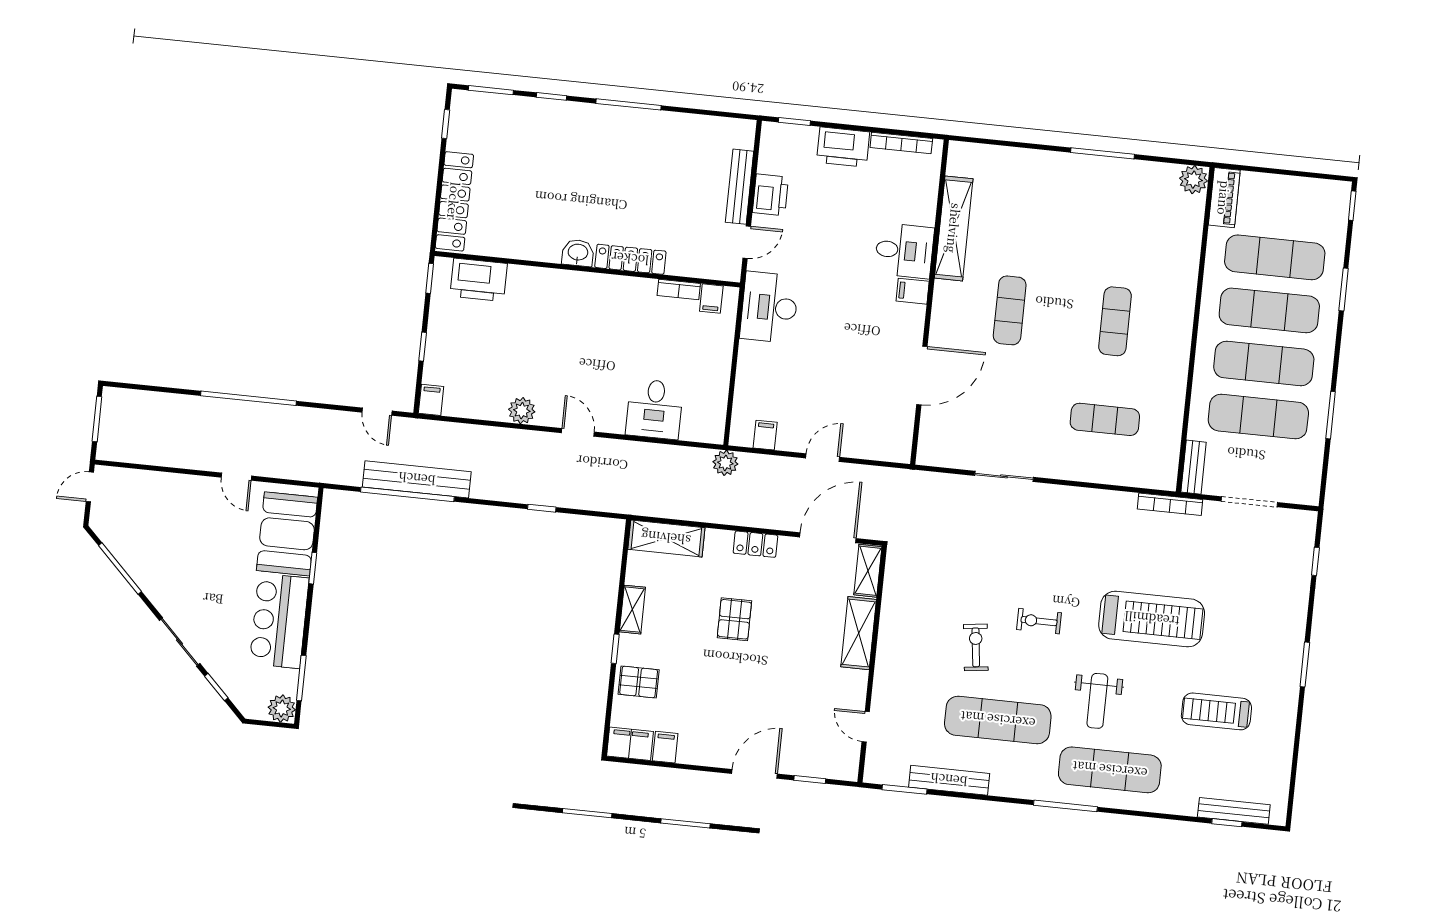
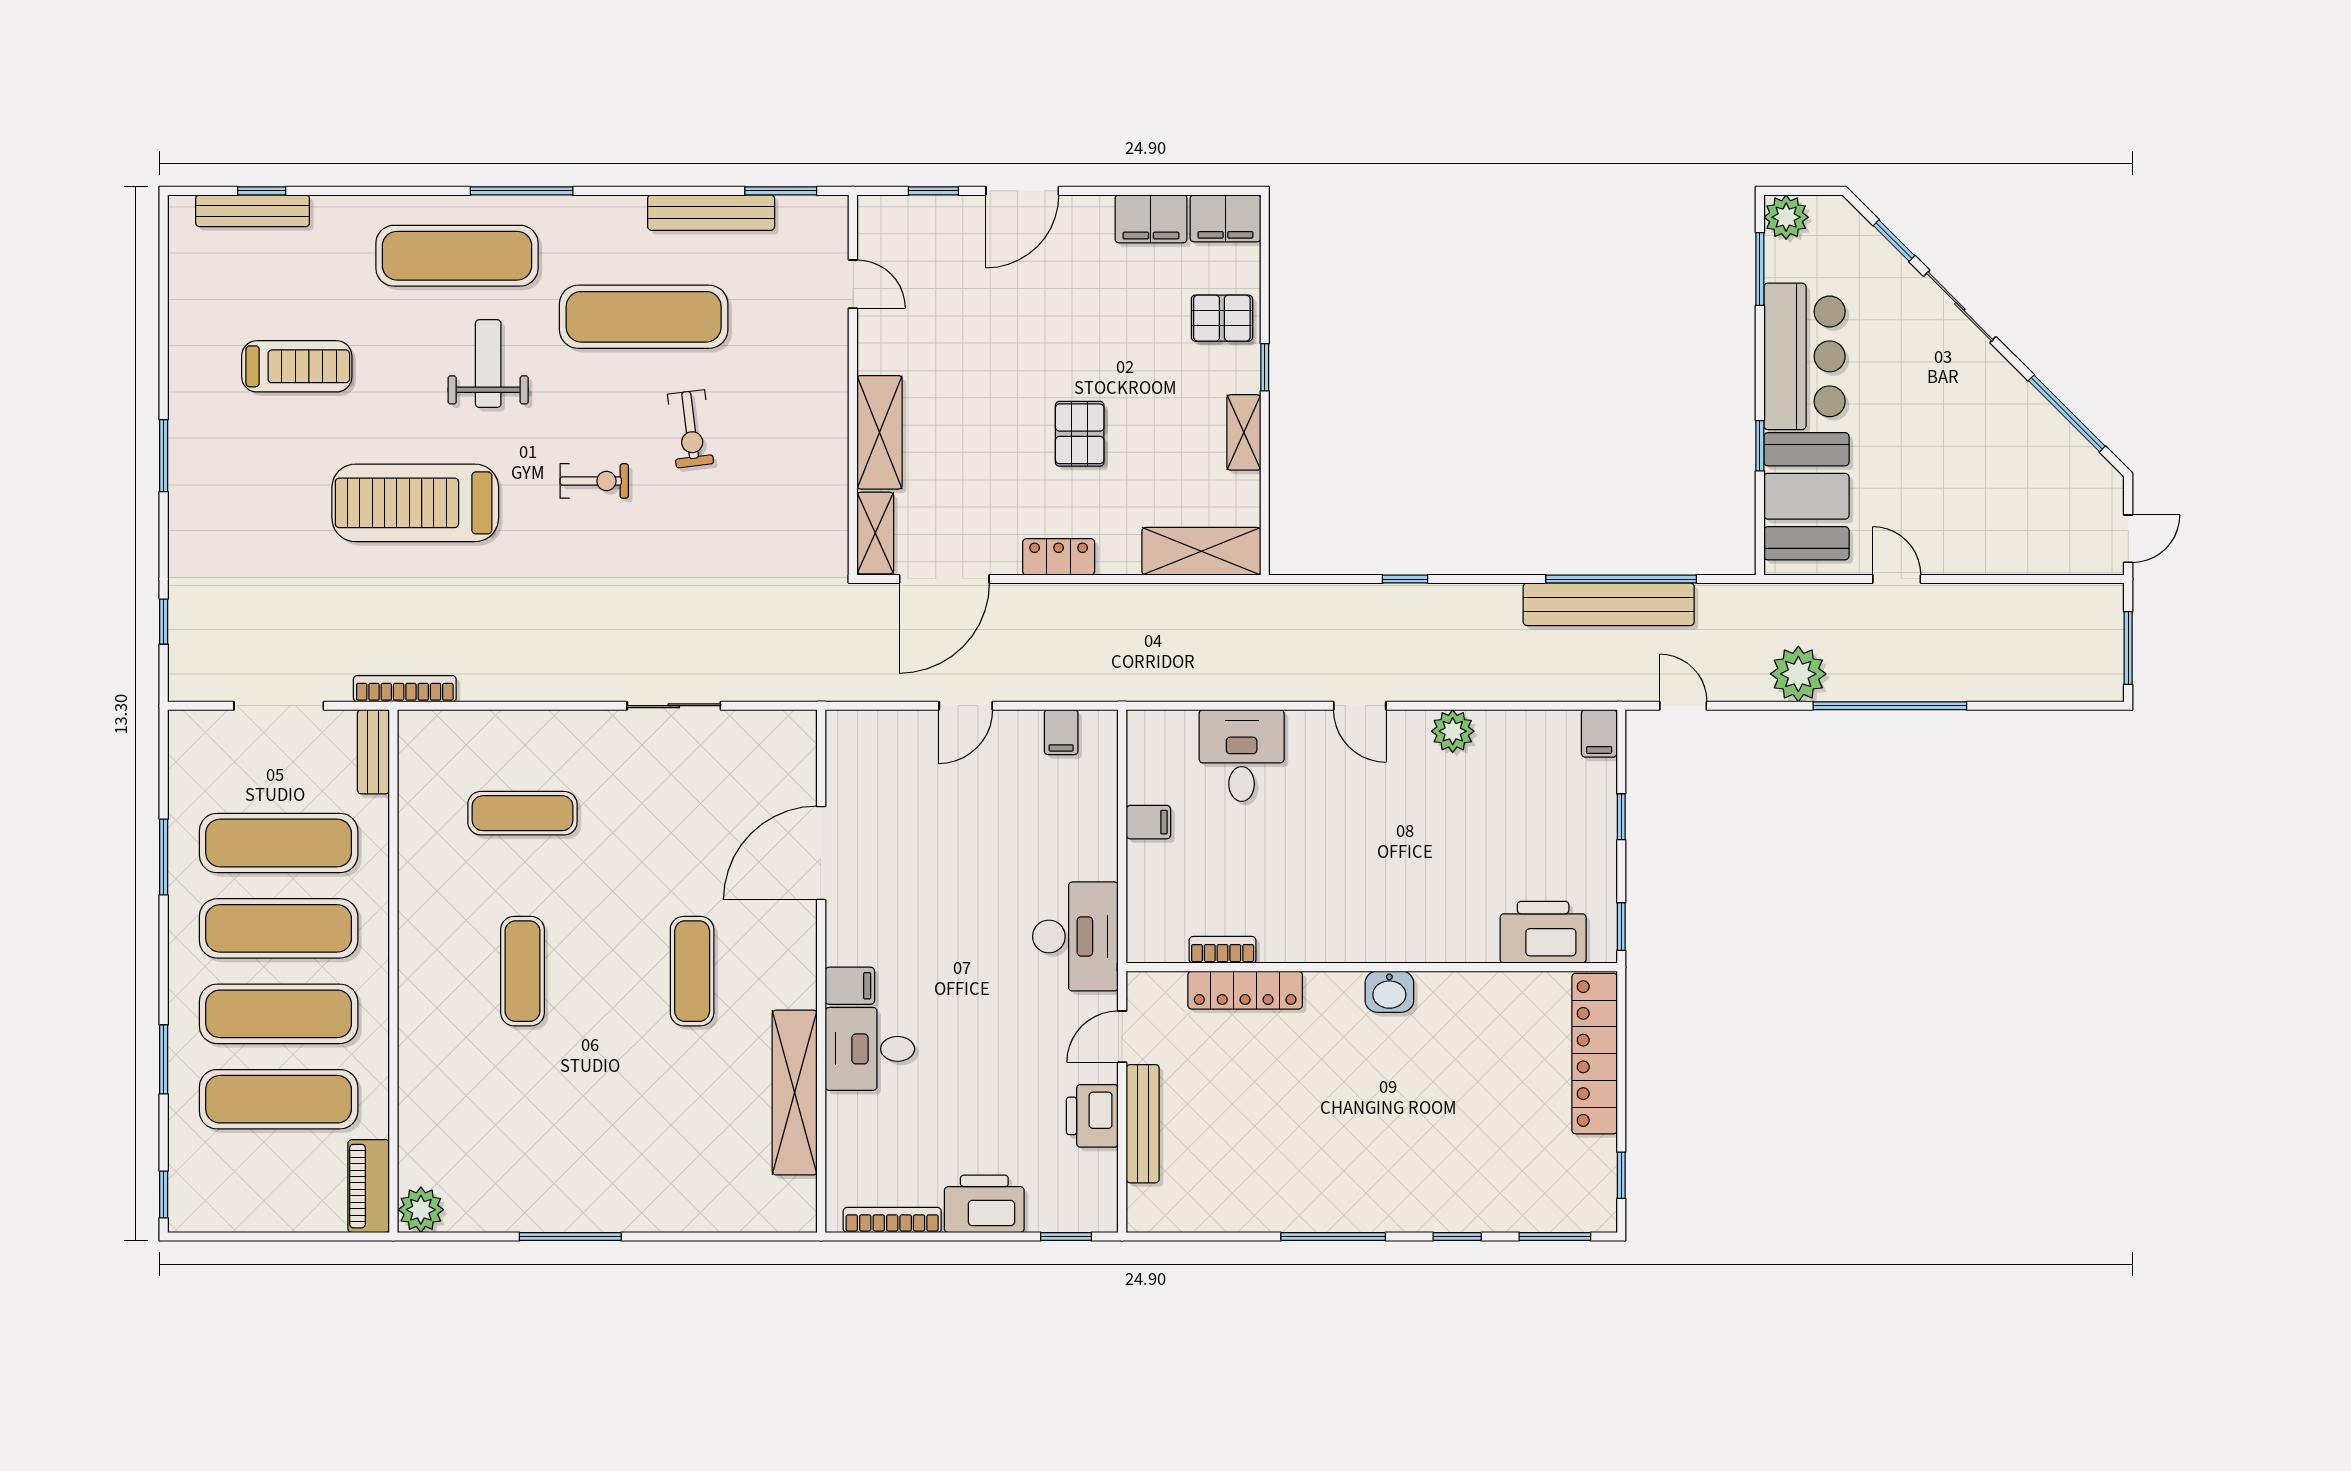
locker: (630, 259) -> (1245, 990), moved
filing cabinet: (711, 299) -> (1148, 822), moved, turned 90
plant: (725, 463) -> (1798, 674), moved, width x1.36, depth x1.36
filing cabinet: (665, 747) -> (1151, 219), width x2.00

